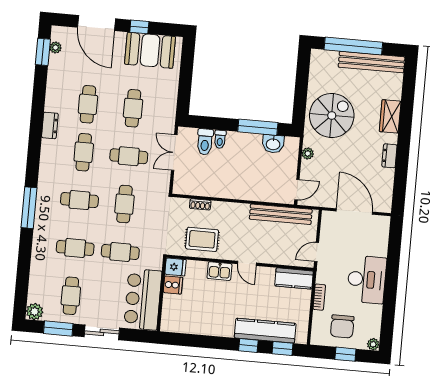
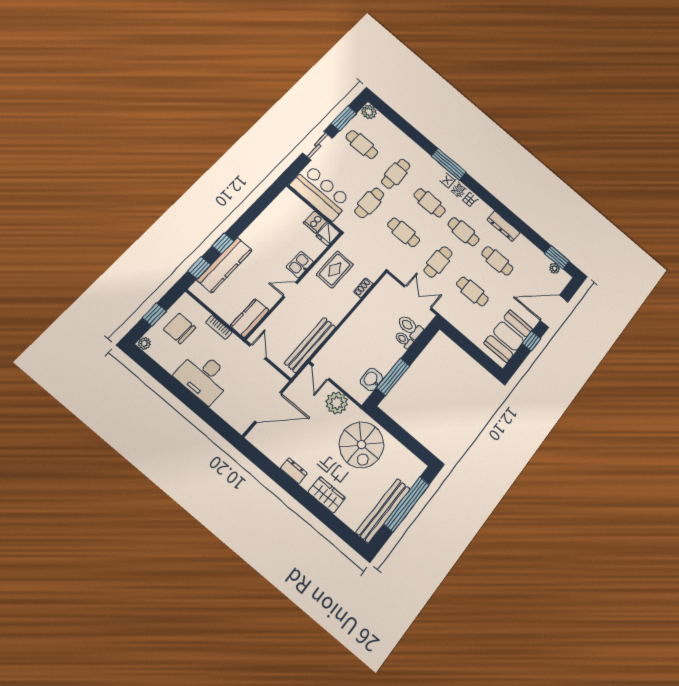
dresser: (50, 125) -> (503, 226), width x1.44
plant: (308, 153) -> (337, 403), width x1.87, depth x1.87
cafe table: (79, 200) -> (430, 203), turned 90

